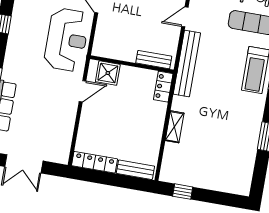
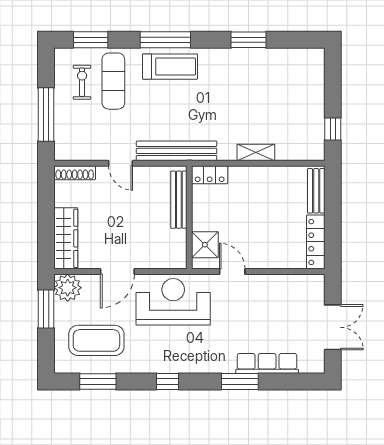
bench: (154, 60) -> (179, 200), width x1.36

